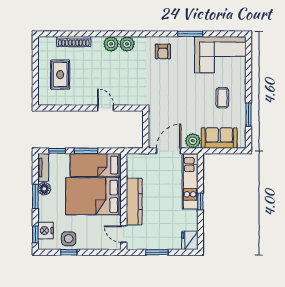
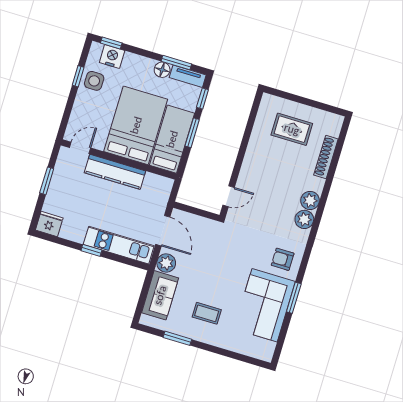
corner sofa: (220, 55) -> (265, 305), moved
door: (106, 108) -> (229, 196), moved
window: (35, 196) -> (176, 63), moved

